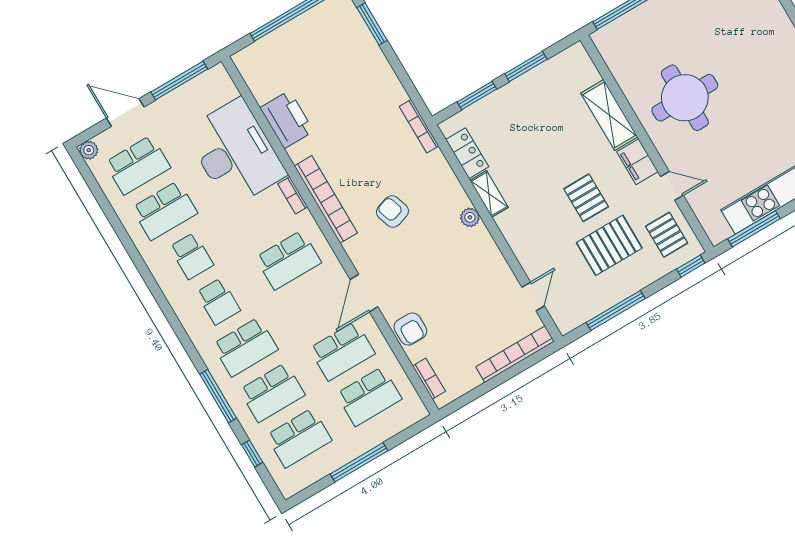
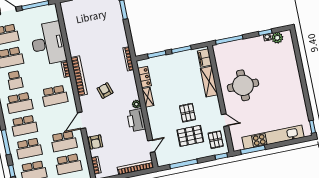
printer: (287, 119) -> (136, 120), moved, turned 180
filing cabinet: (637, 162) -> (205, 58), moved
school desk: (218, 301) -> (20, 103), width x1.85

